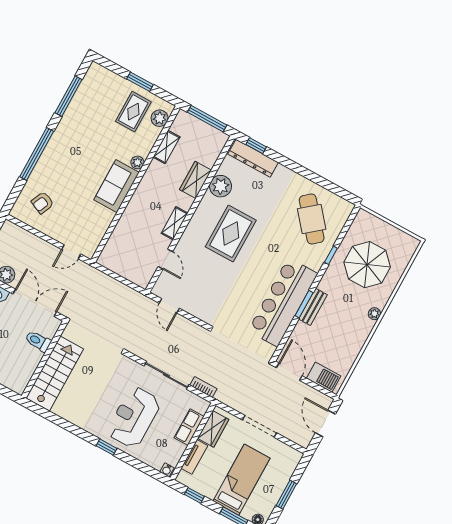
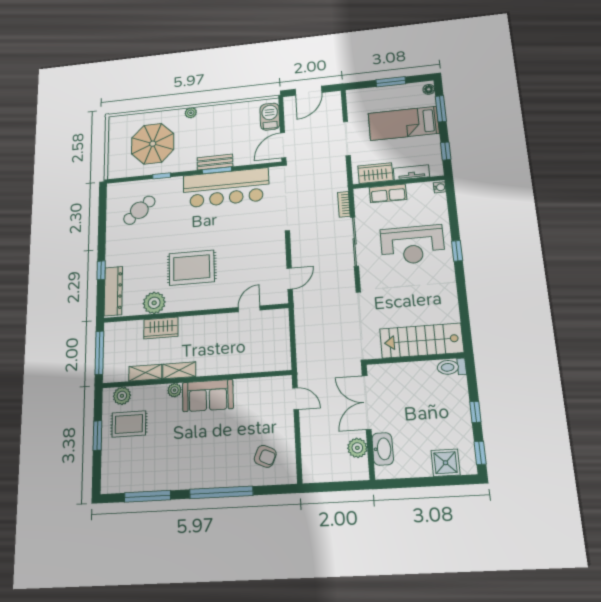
window: (256, 146) -> (101, 270), moved
cafe table: (312, 219) -> (139, 210), width x0.73, depth x0.74
shelving: (175, 223) -> (179, 370), moved
toilet: (38, 341) -> (452, 367), moved, turned 90

